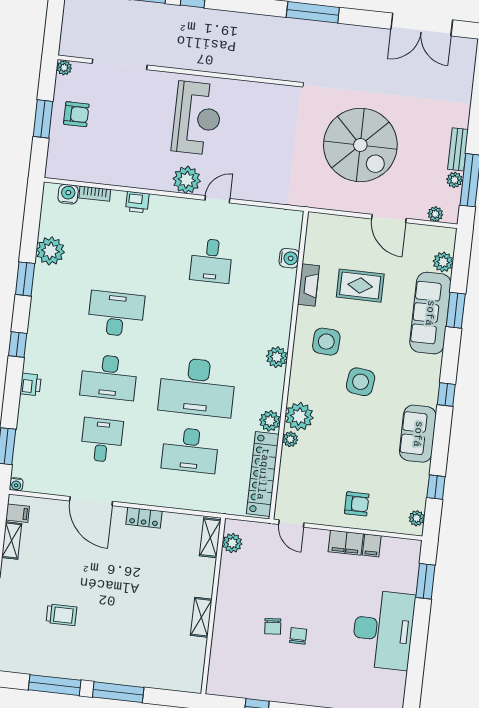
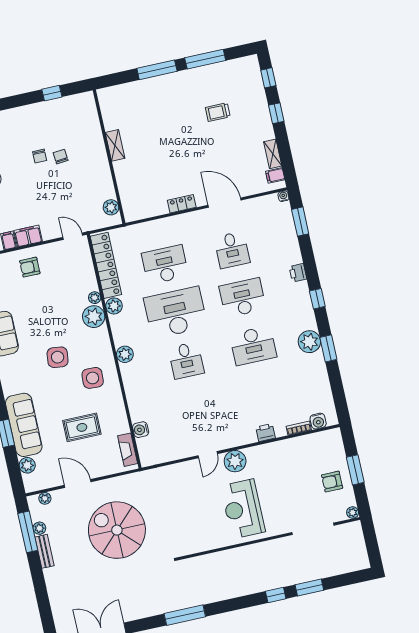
plant: (50, 251) -> (309, 342), moved
desk: (211, 261) -> (186, 360), moved, turned 180
fireplace: (308, 285) -> (128, 450), moved
shelving: (210, 538) -> (128, 206), removed

